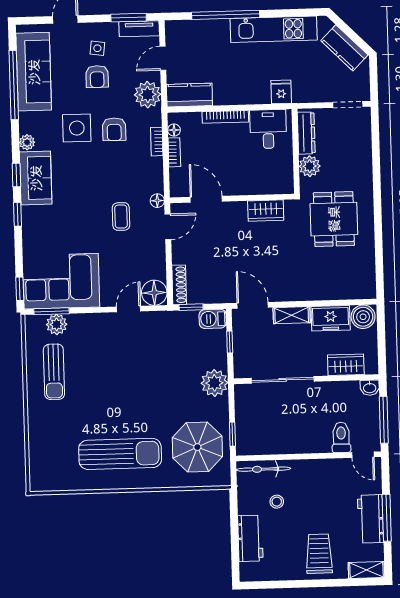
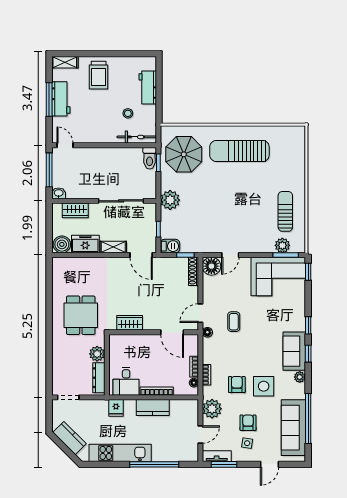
kitchen counter: (189, 95) -> (153, 408), moved
toilet: (341, 437) -> (150, 158), moved

